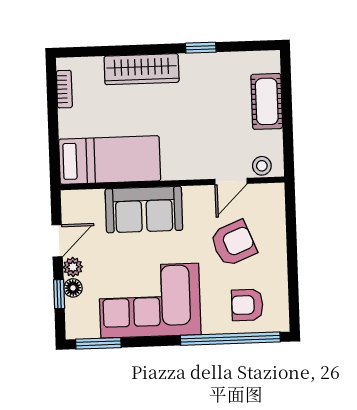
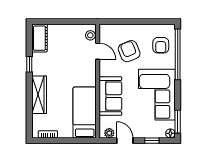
cot: (267, 101) -> (39, 38), moved, turned 90
plant: (73, 267) -> (109, 133), moved
floor lamp: (73, 288) -> (170, 133), moved

